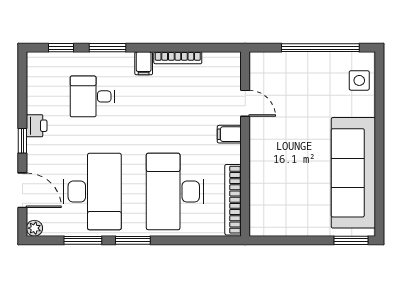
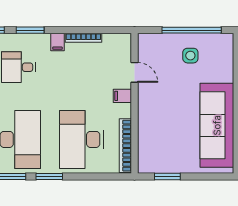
side table: (359, 80) -> (190, 56), moved
window: (351, 240) -> (167, 176), moved

